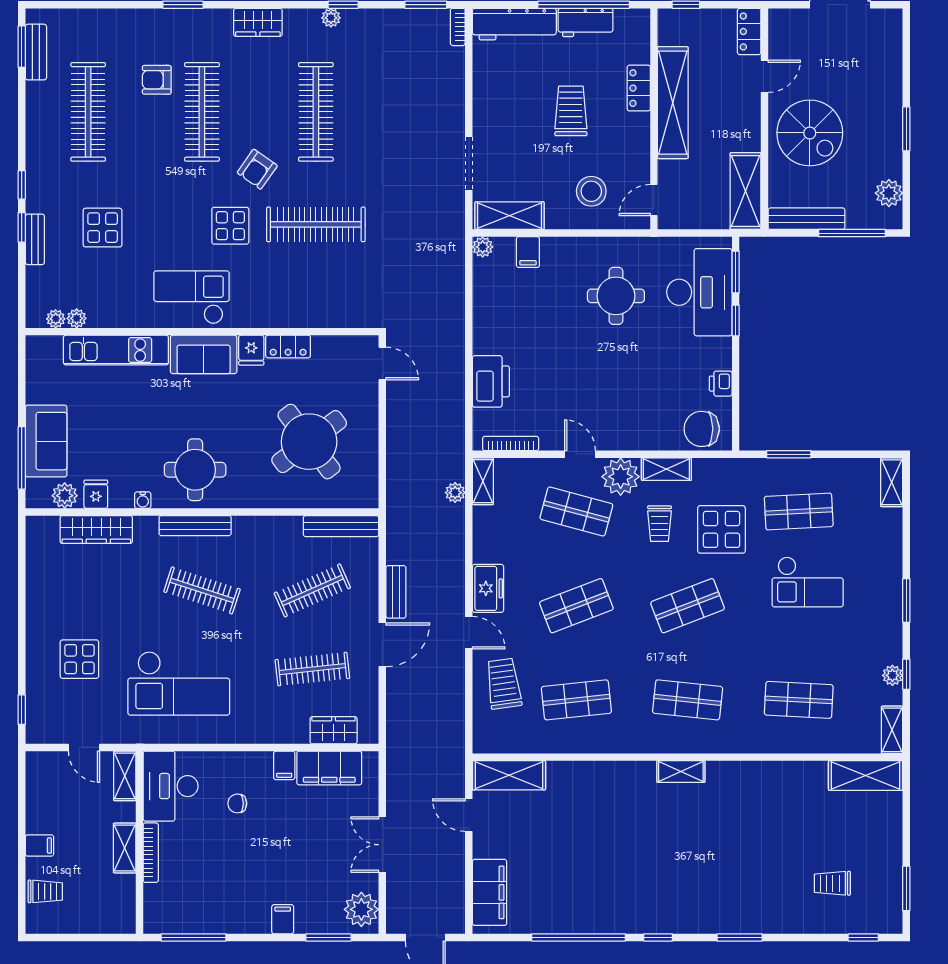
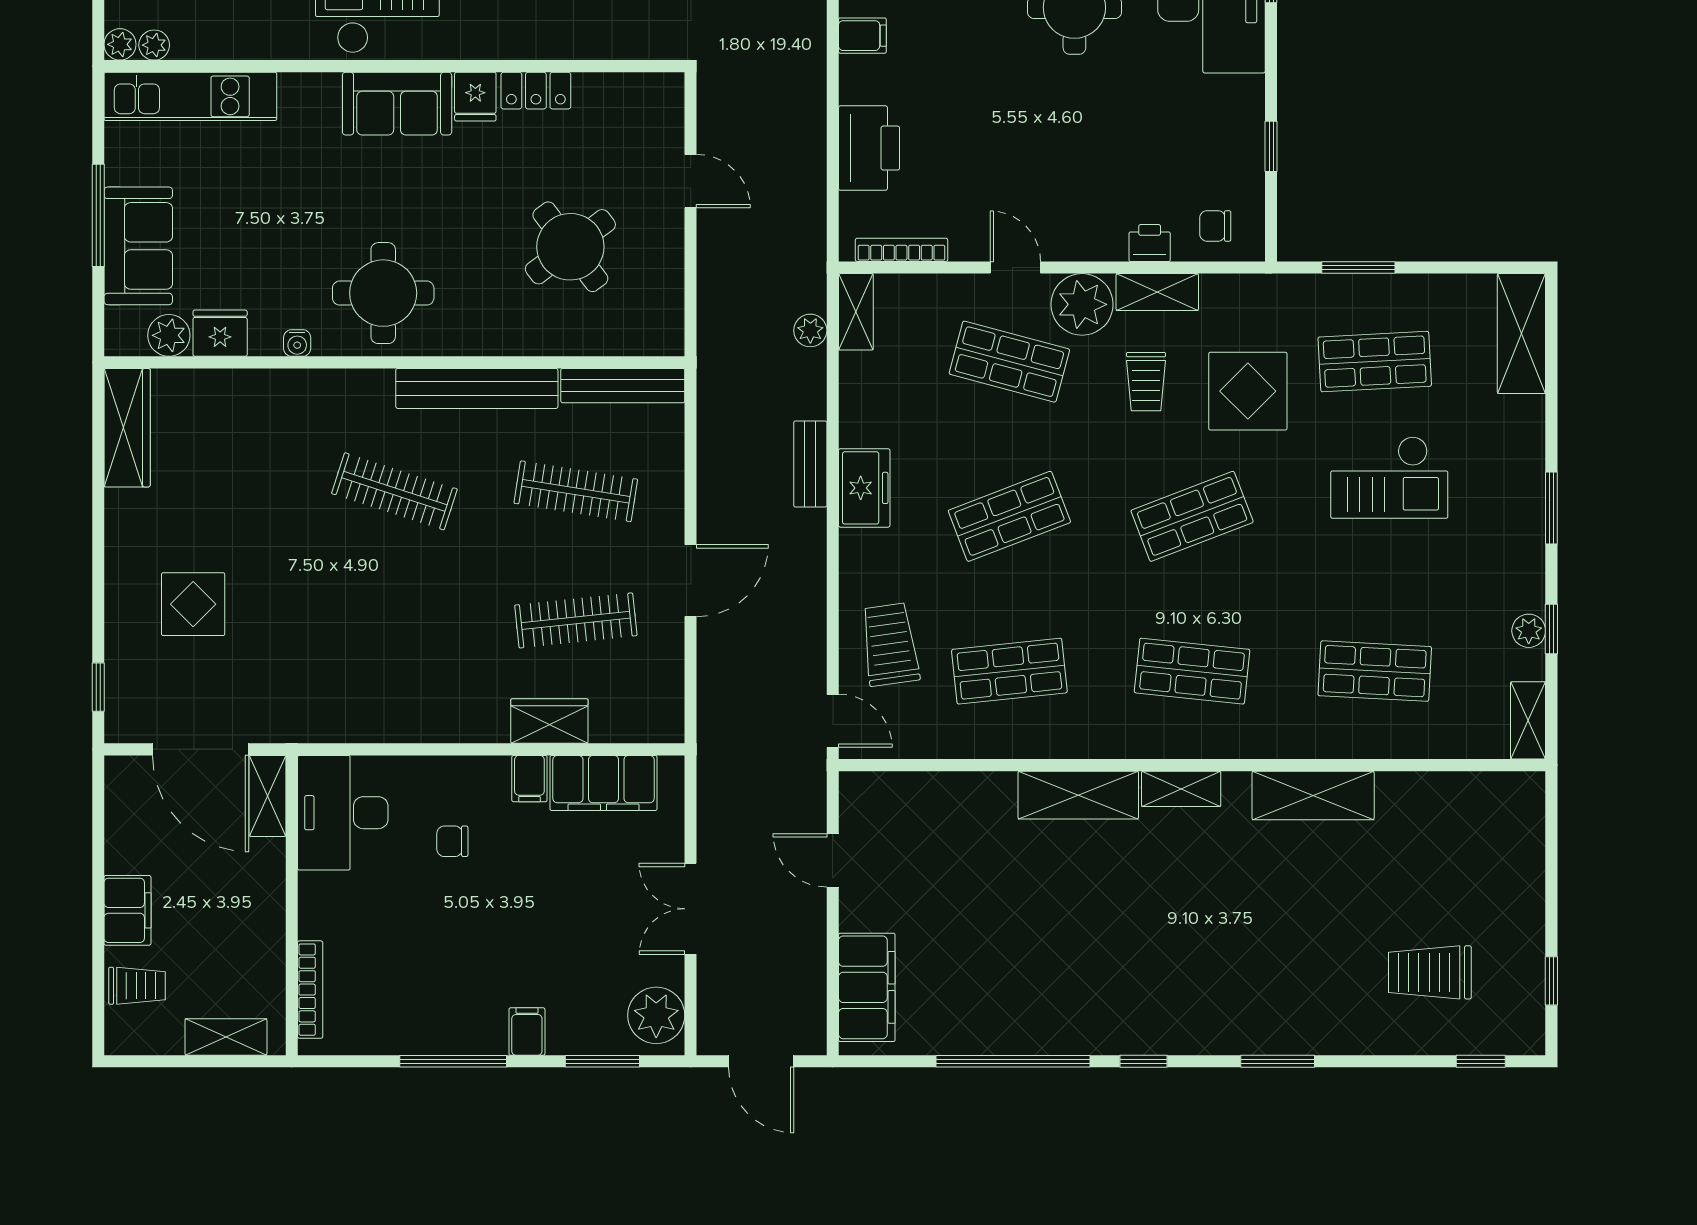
filing cabinet: (487, 313) -> (862, 36), added
plant: (77, 318) -> (120, 44), moved
window: (736, 320) -> (1271, 146), moved
kitchen unit: (116, 350) -> (190, 96), moved
door: (382, 364) -> (691, 181), moved
printer: (721, 384) -> (1150, 243), moved, turned 90
chair: (702, 429) -> (1215, 226), width x0.54, depth x0.54
round table: (309, 442) -> (570, 247), width x0.73, depth x0.73
window: (22, 458) -> (98, 215), moved
shelving: (892, 482) -> (1521, 334), width x1.50, depth x1.33
fridge: (96, 494) -> (220, 333), width x1.38
bench: (195, 526) -> (477, 388), moved, width x1.37, depth x1.21
wardrobe: (96, 530) -> (127, 428), moved, turned -90
clothes rail: (312, 590) -> (576, 491), turned 33
bench: (396, 592) -> (810, 464), moved
door: (469, 633) -> (833, 721), moved
checkout: (179, 683) -> (356, 644), removed
wardrobe: (334, 730) -> (549, 721), moved
door: (84, 747) -> (201, 749), width x1.87
shelving: (509, 775) -> (1078, 795), moved
shelving: (866, 776) -> (1313, 795), moved
filing cabinet: (39, 846) -> (127, 910), width x2.00
shelving: (125, 848) -> (226, 1037), moved, turned 90
bookcase: (151, 853) -> (310, 990), moved
trolley: (832, 883) -> (1430, 972), width x1.36, depth x1.39
window: (906, 888) -> (1551, 981), width x0.67
window: (194, 937) -> (453, 1061), moved

